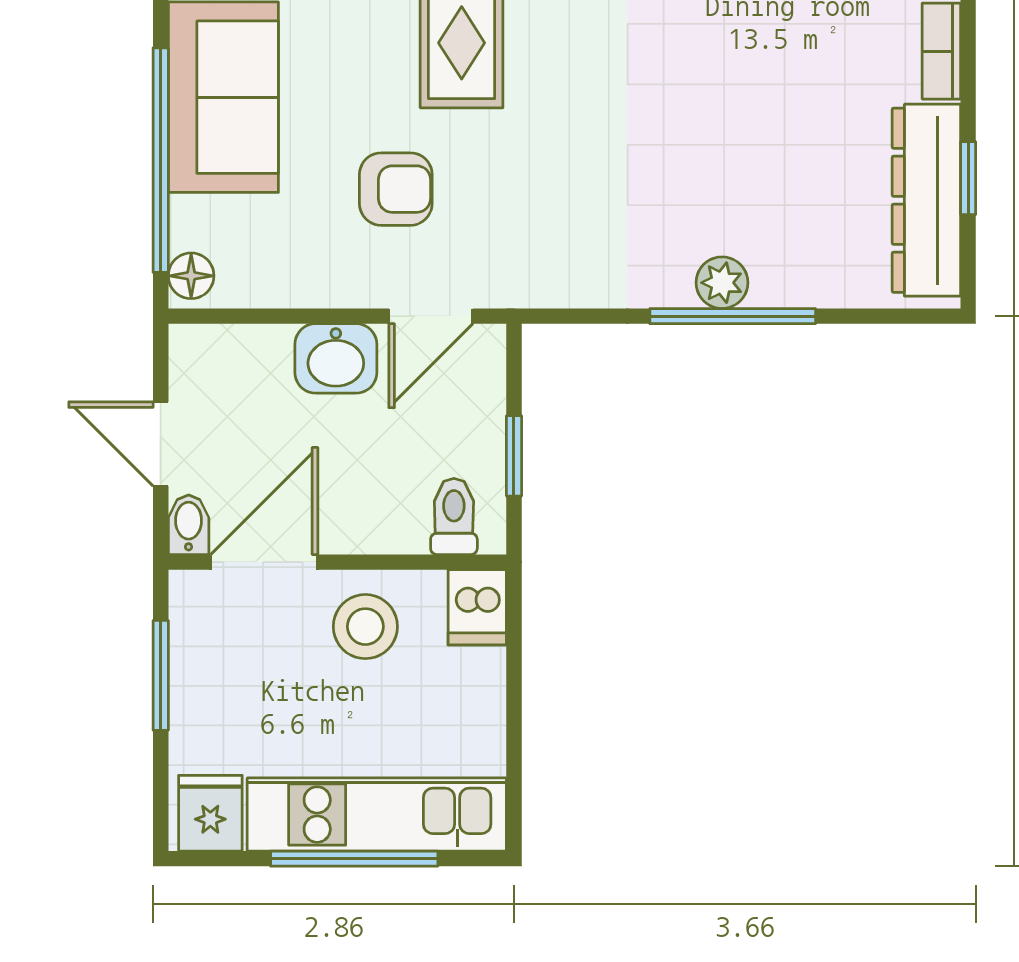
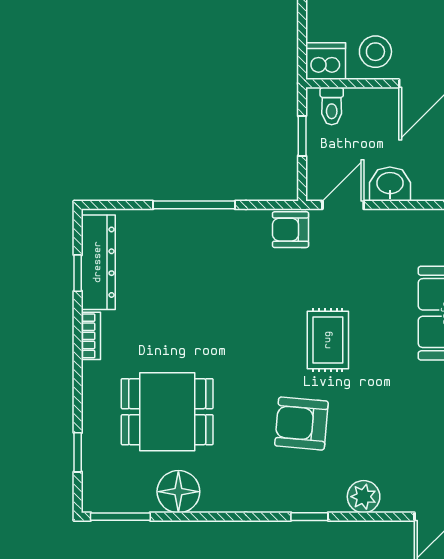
armchair: (396, 189) -> (291, 230), moved
plant: (722, 283) -> (199, 221), removed
dishwasher: (477, 607) -> (326, 61), width x1.38

